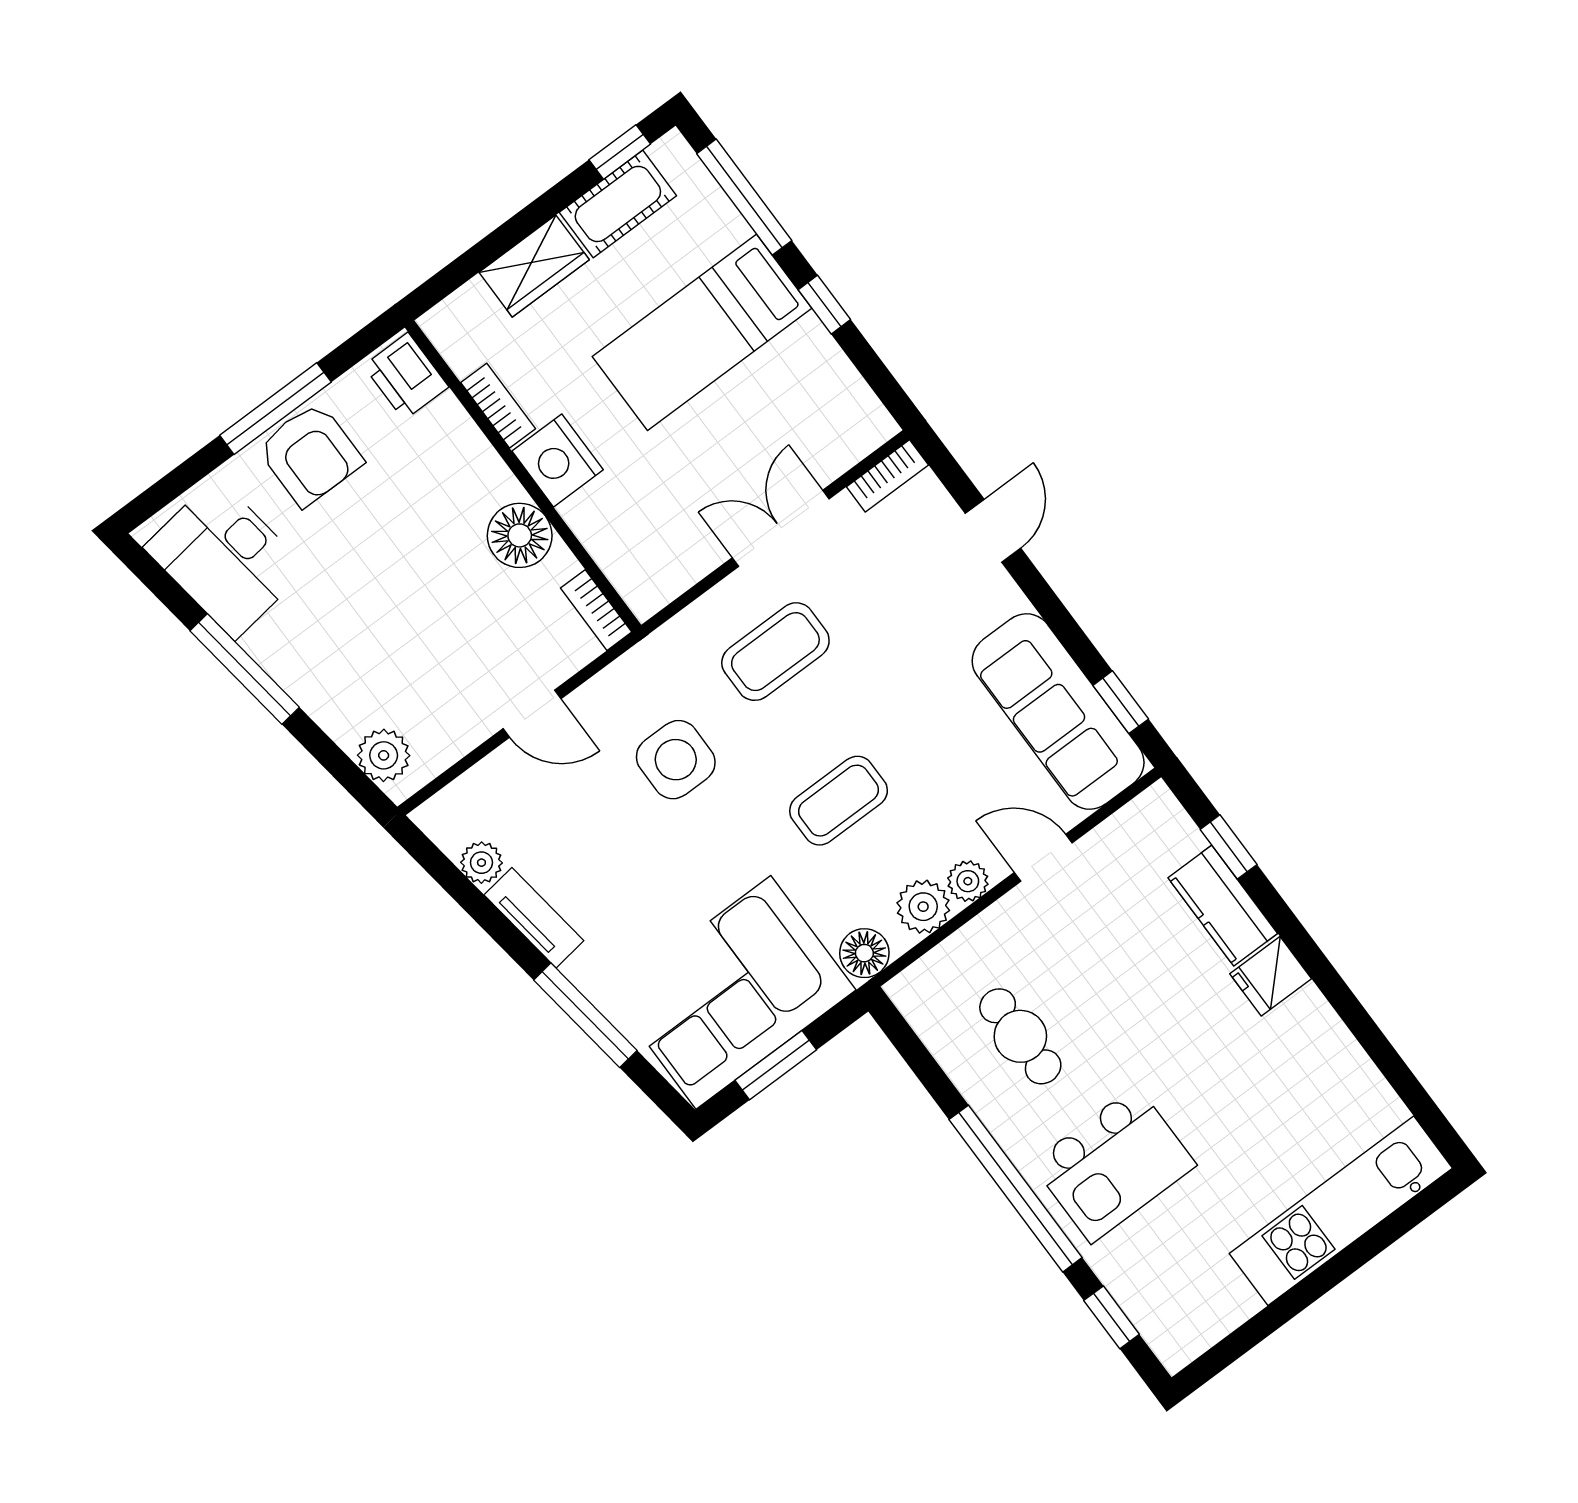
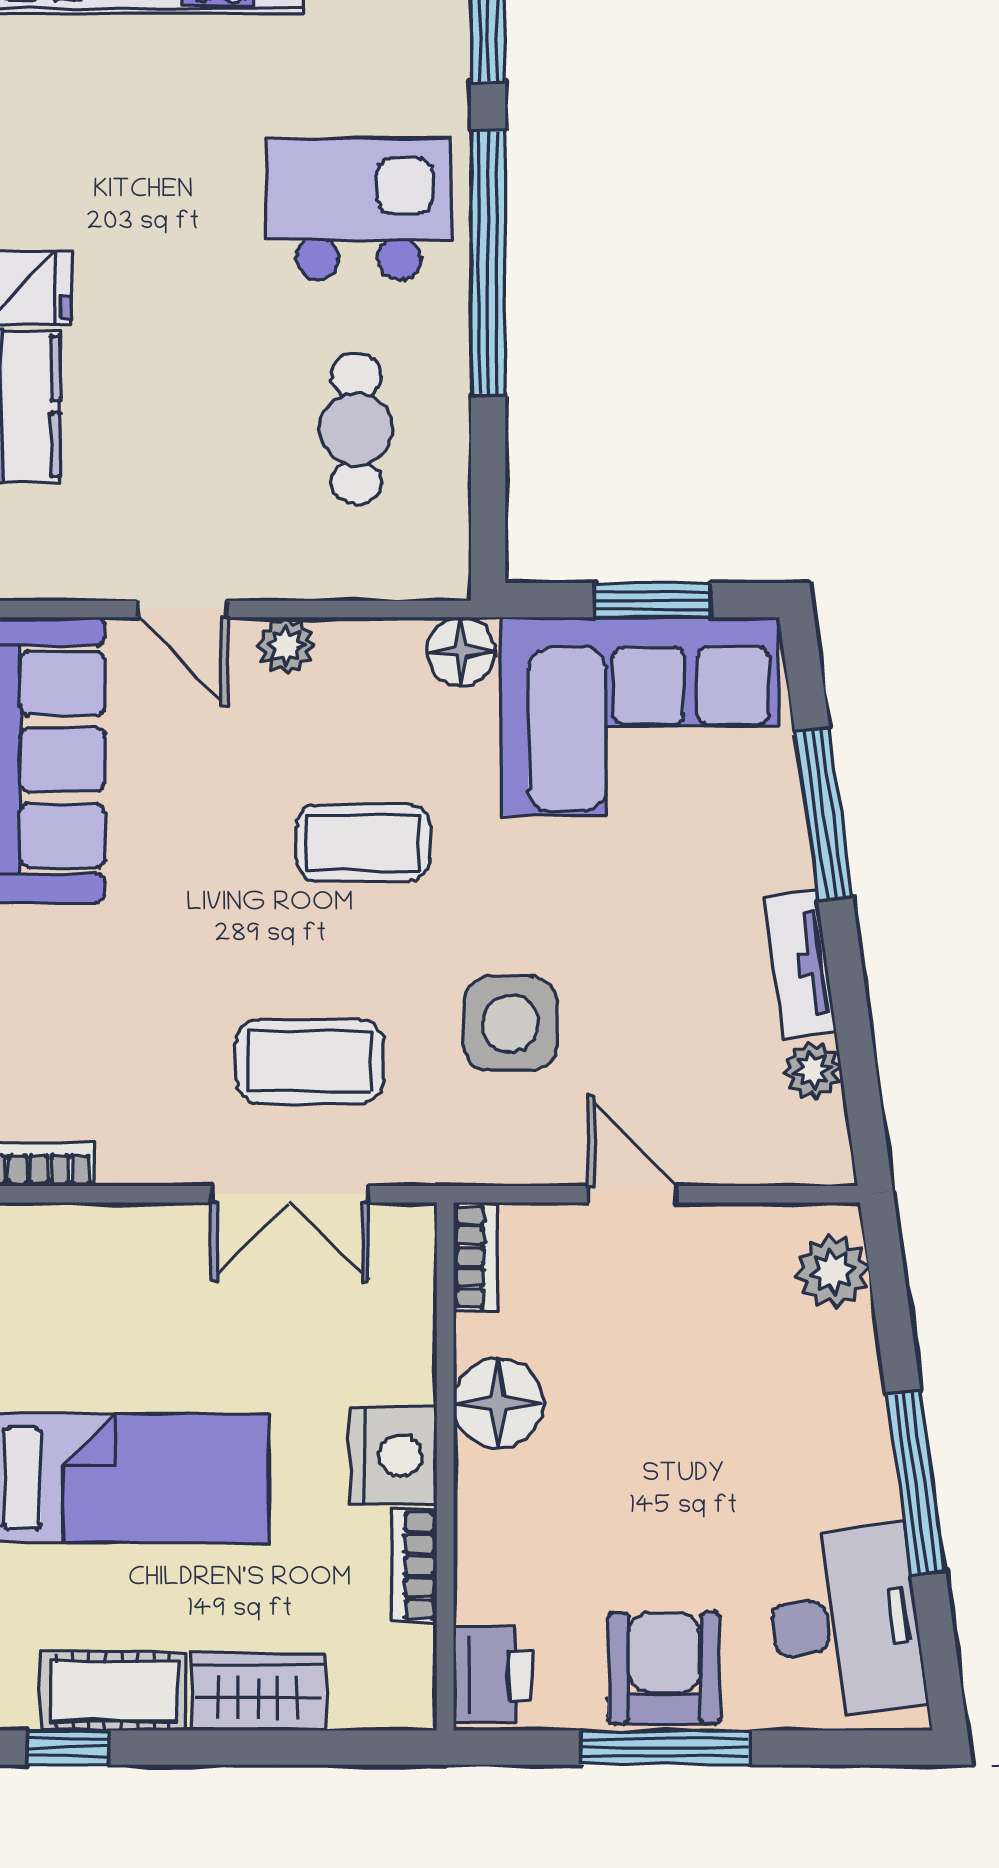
double door: (781, 528) -> (290, 1194), moved
plant: (923, 907) -> (357, 654), removed

